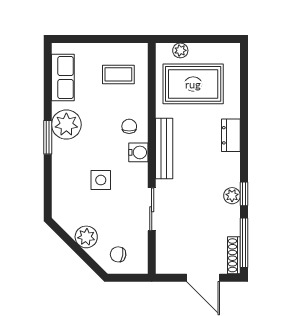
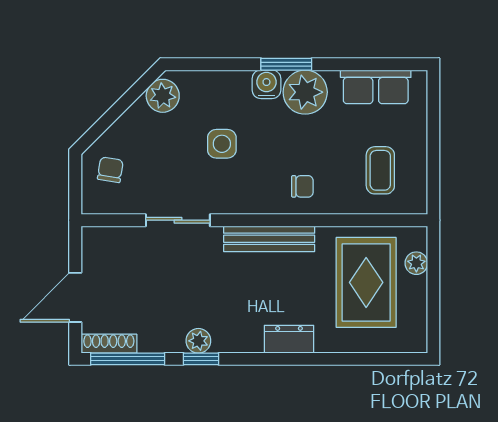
water cooler: (138, 152) -> (266, 84), moved, turned 180
plant: (86, 237) -> (163, 96), moved

